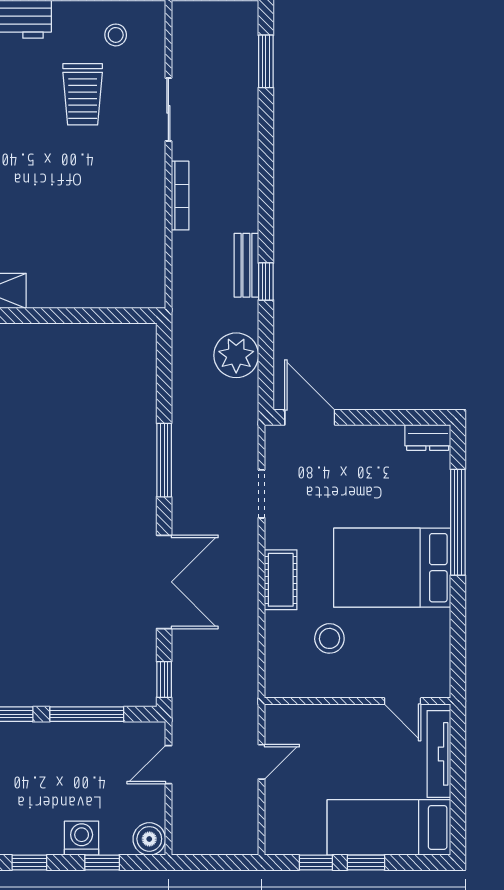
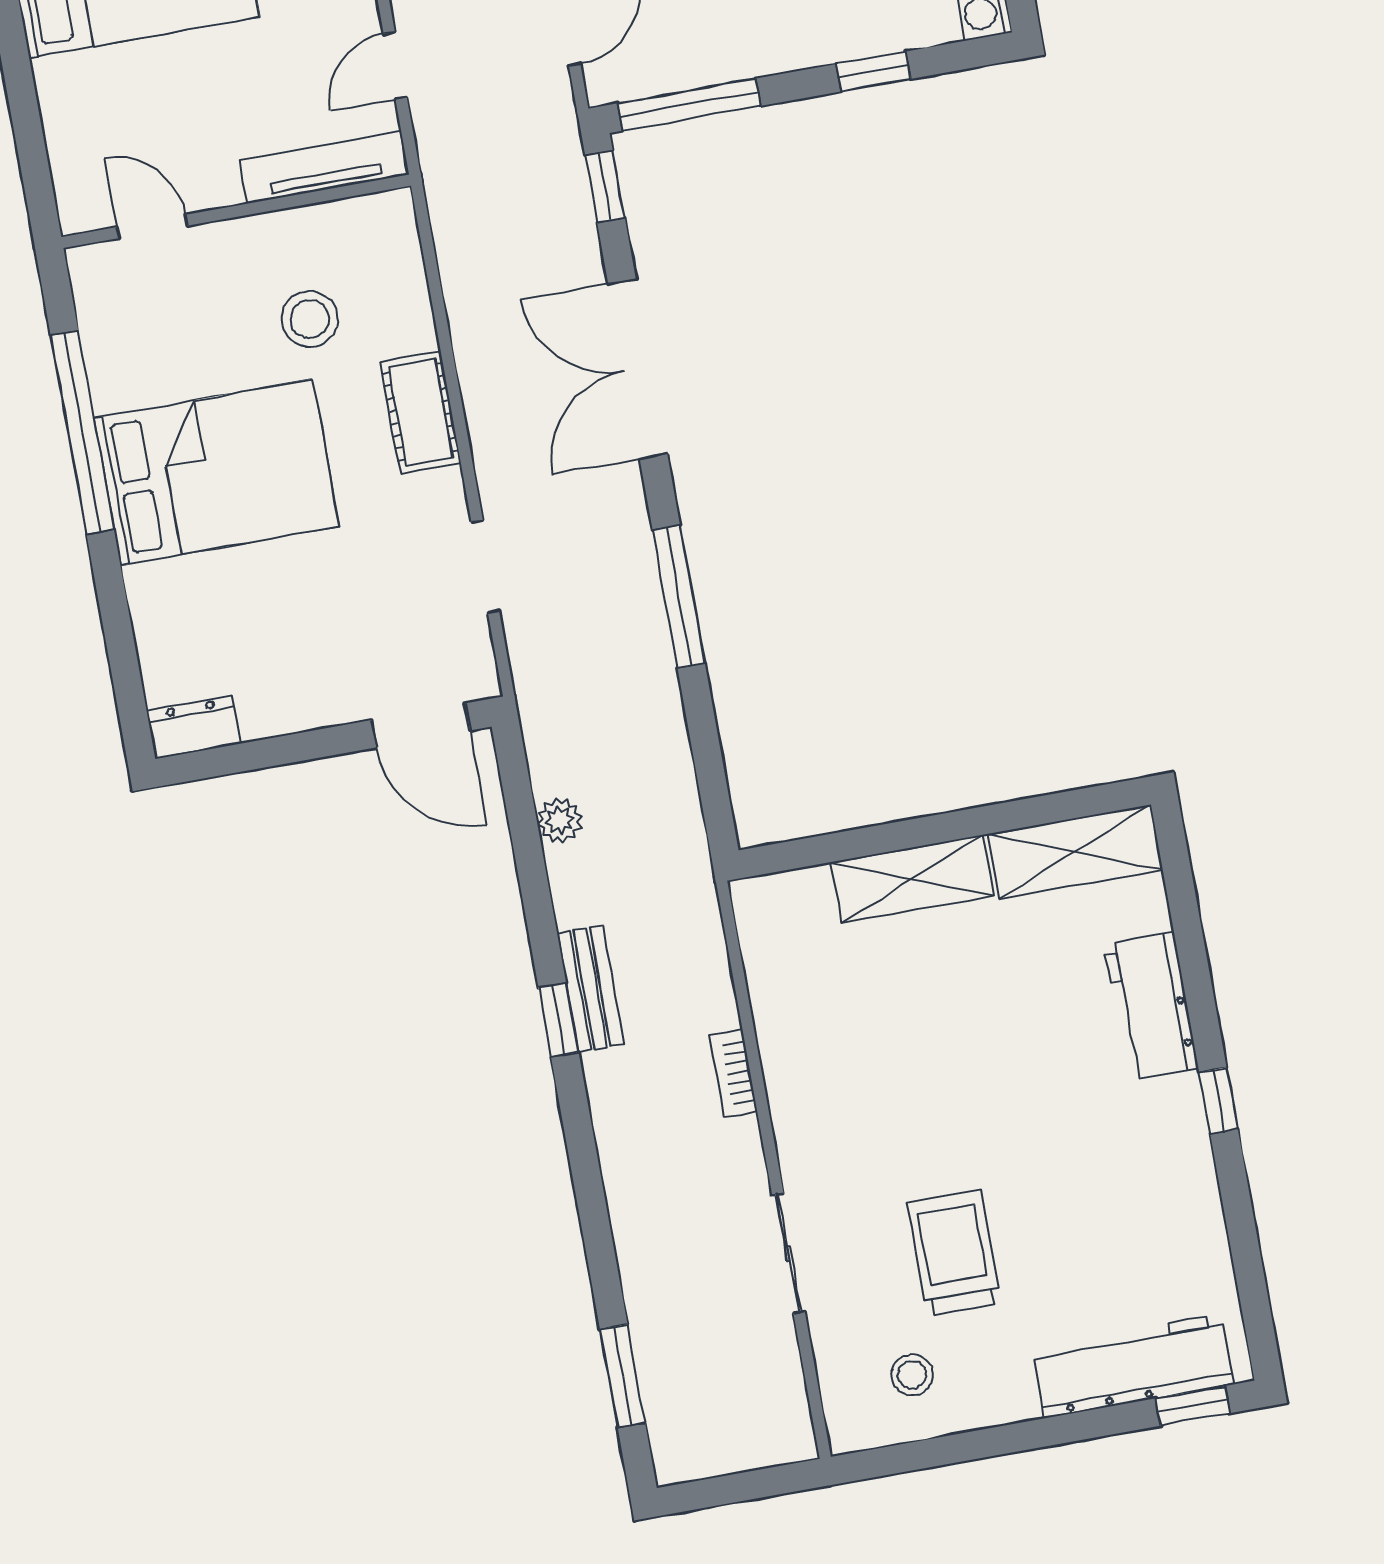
bookcase: (180, 196) -> (734, 1073), width x0.64
window: (266, 282) -> (558, 1020), moved
shelving: (69, 292) -> (912, 879), added
plant: (236, 355) -> (560, 820), width x0.53, depth x0.53
window: (458, 522) -> (82, 432), moved
window: (87, 714) -> (689, 105), moved
tv unit: (439, 754) -> (324, 167), moved, turned -90

